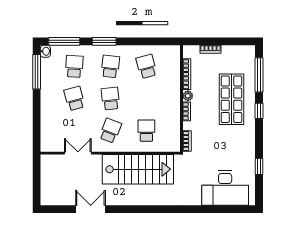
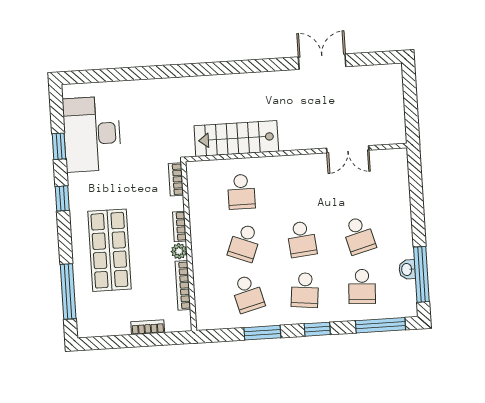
window: (104, 41) -> (317, 329), width x0.67
window: (139, 41) -> (262, 333), added
washbasin: (45, 51) -> (407, 269), moved
window: (259, 111) -> (62, 198), moved
school desk: (110, 131) -> (245, 243), moved
stairs: (138, 169) -> (236, 138), width x0.73, depth x0.66
desk: (225, 188) -> (92, 134), moved, turned -90
double door: (91, 209) -> (322, 62), swing flipped

